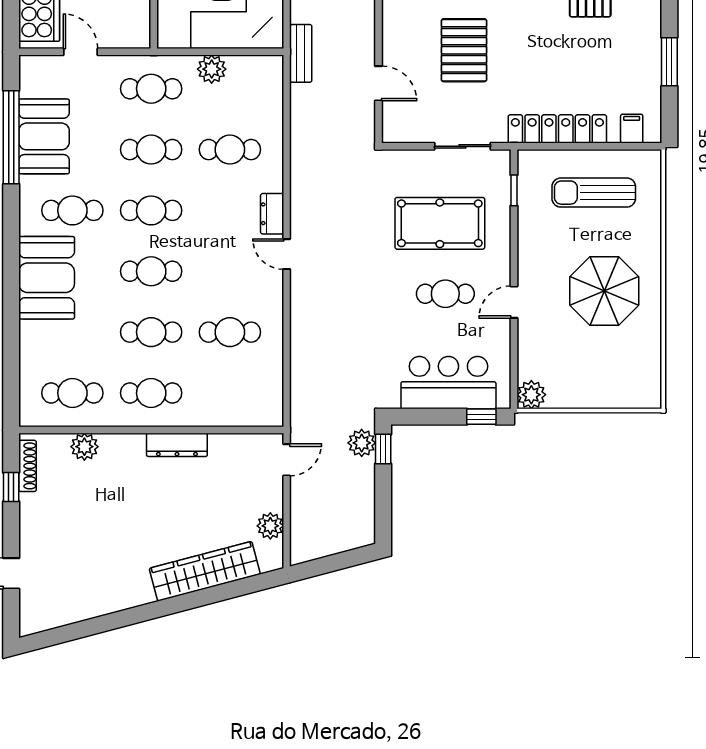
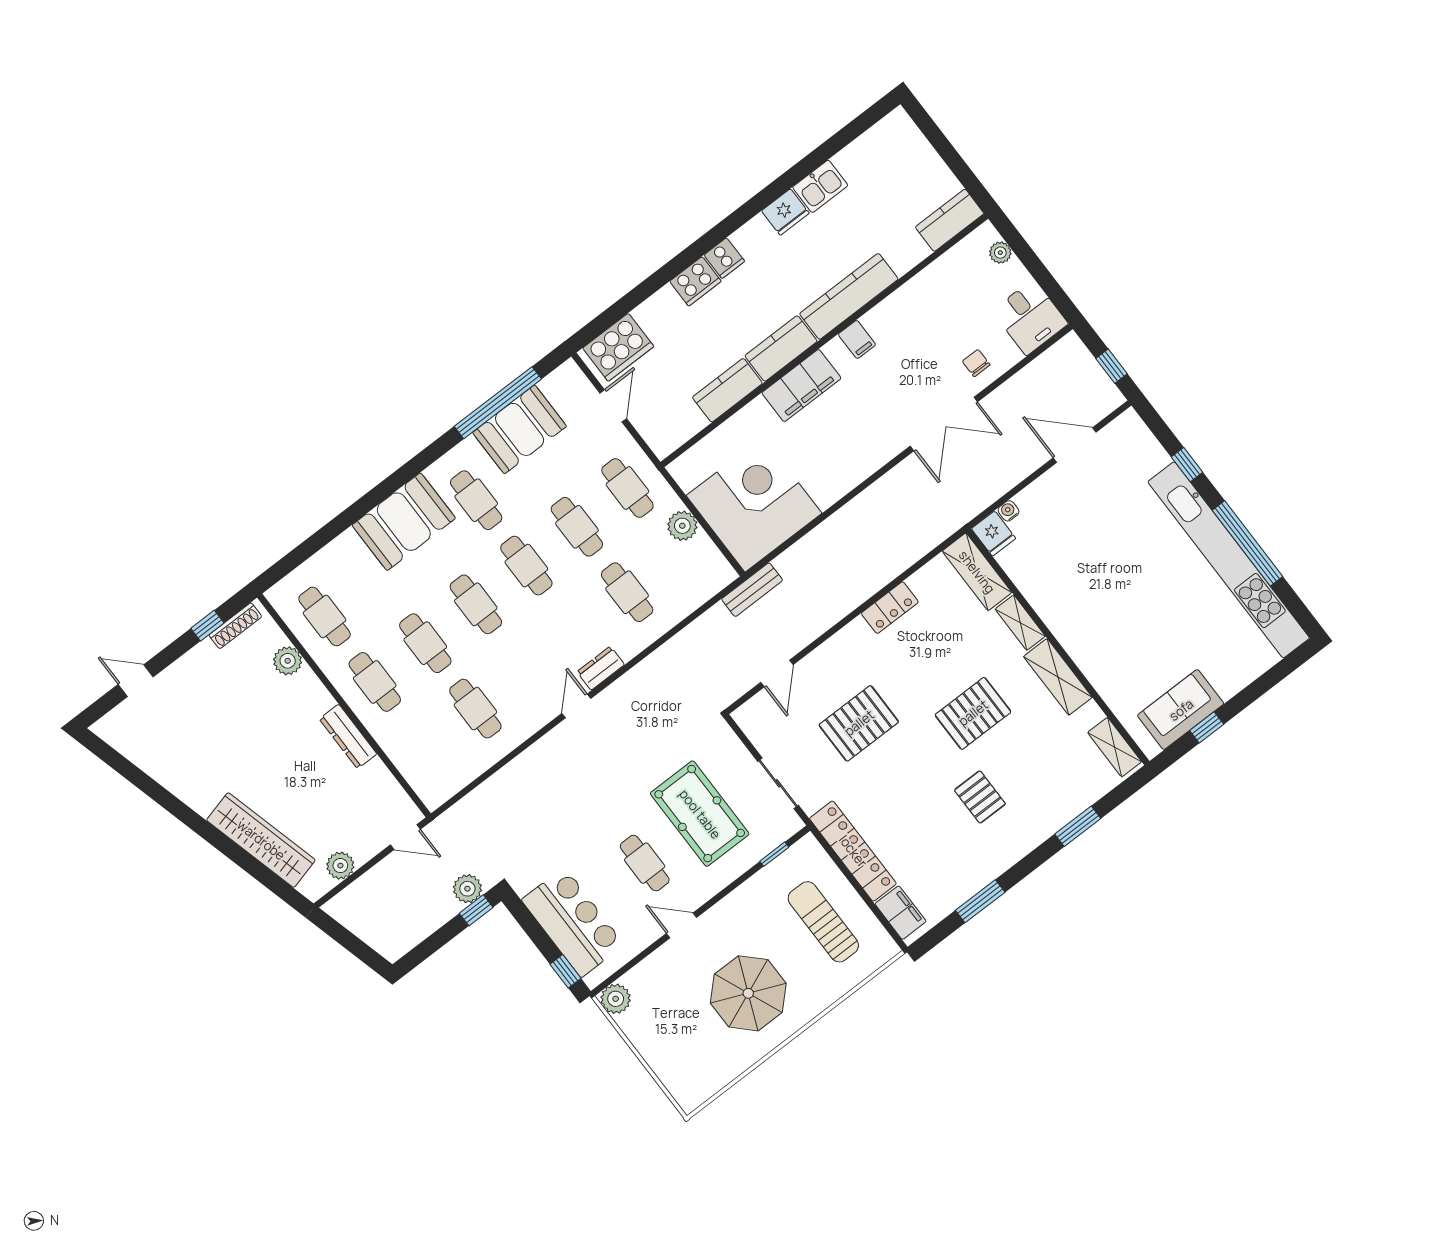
filing cabinet: (632, 129) -> (901, 913), width x2.00

